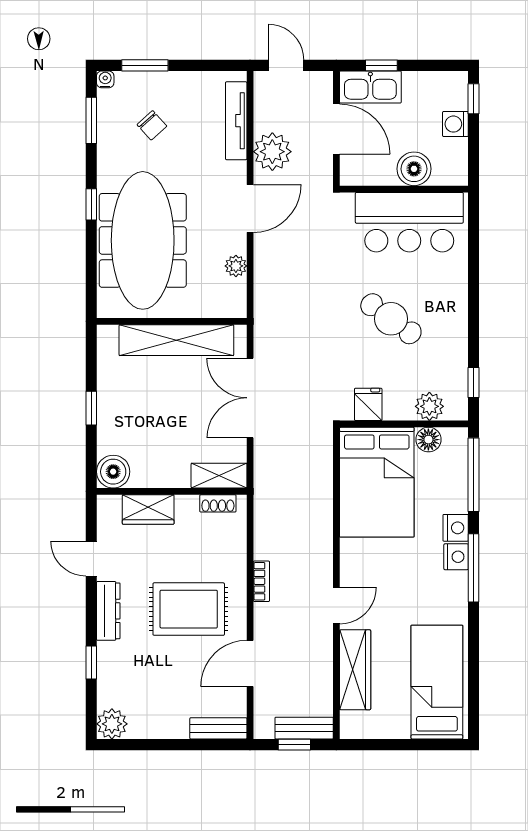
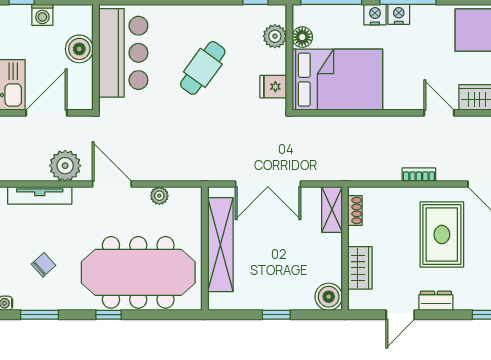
dresser: (108, 611) -> (436, 301), width x0.70

